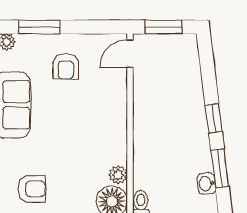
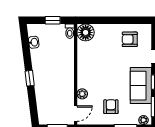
window: (220, 168) -> (26, 51), removed
plant: (118, 175) -> (82, 94), moved

